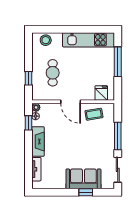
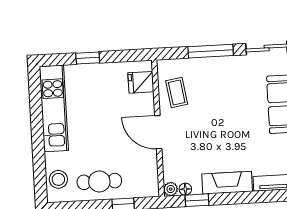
window: (118, 62) -> (88, 58), width x0.46
cafe table: (53, 73) -> (99, 181), moved
door: (71, 102) -> (158, 132), swing flipped

